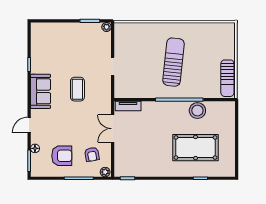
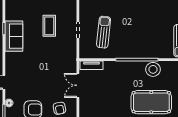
sun lounger: (174, 62) -> (104, 32), moved, width x0.73, depth x0.75
coffee table: (77, 89) -> (49, 26), moved
sofa: (41, 91) -> (14, 36), moved

